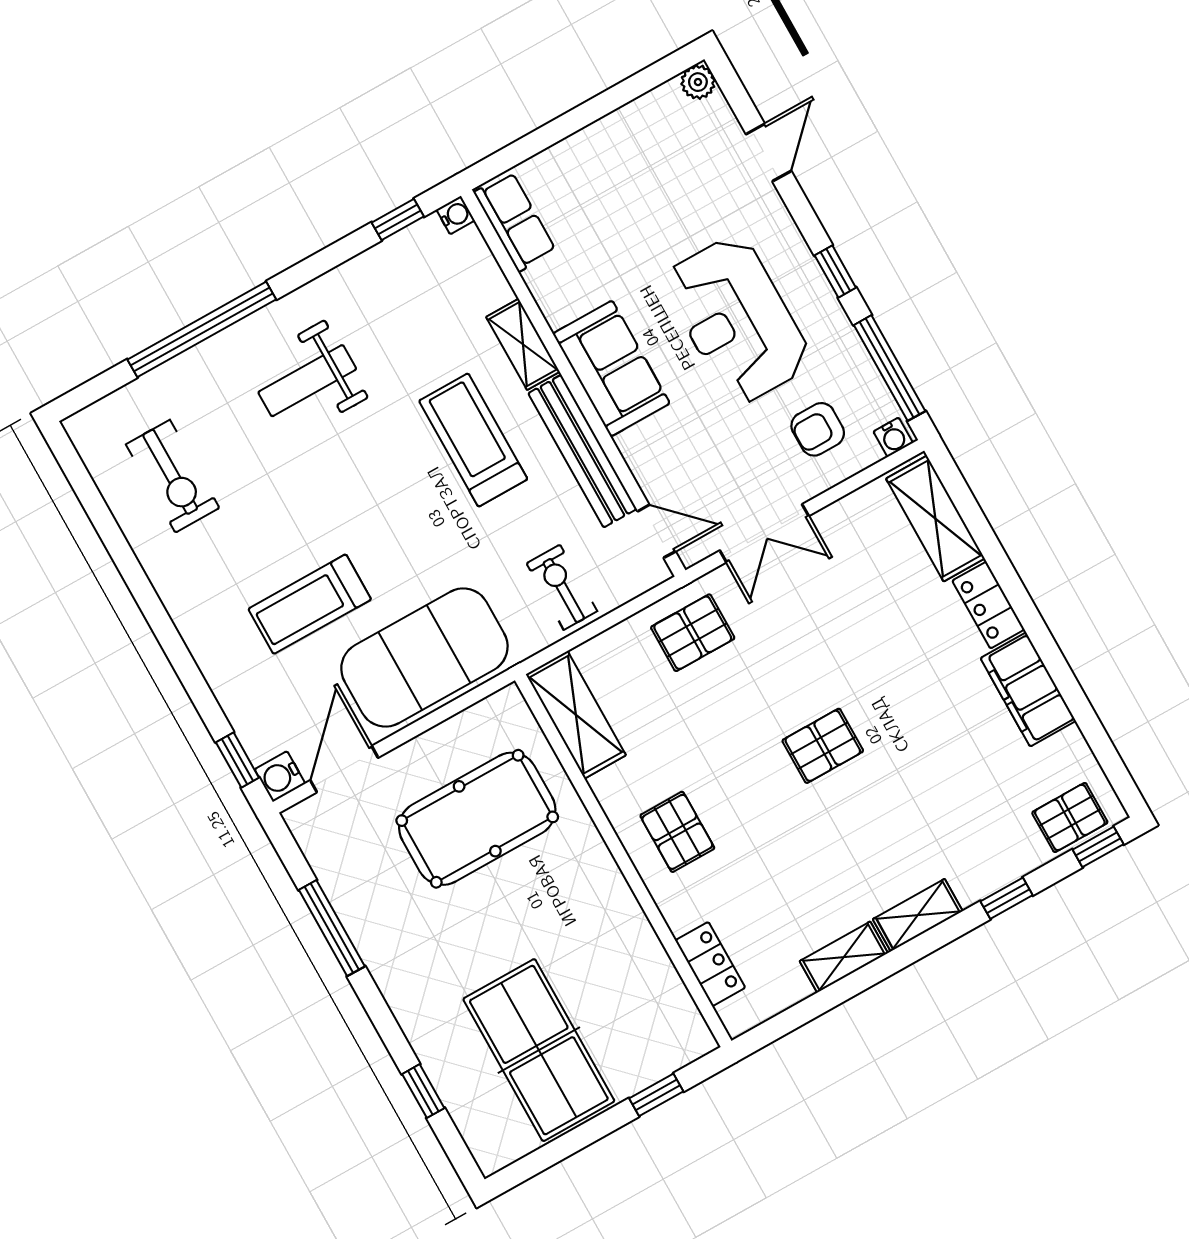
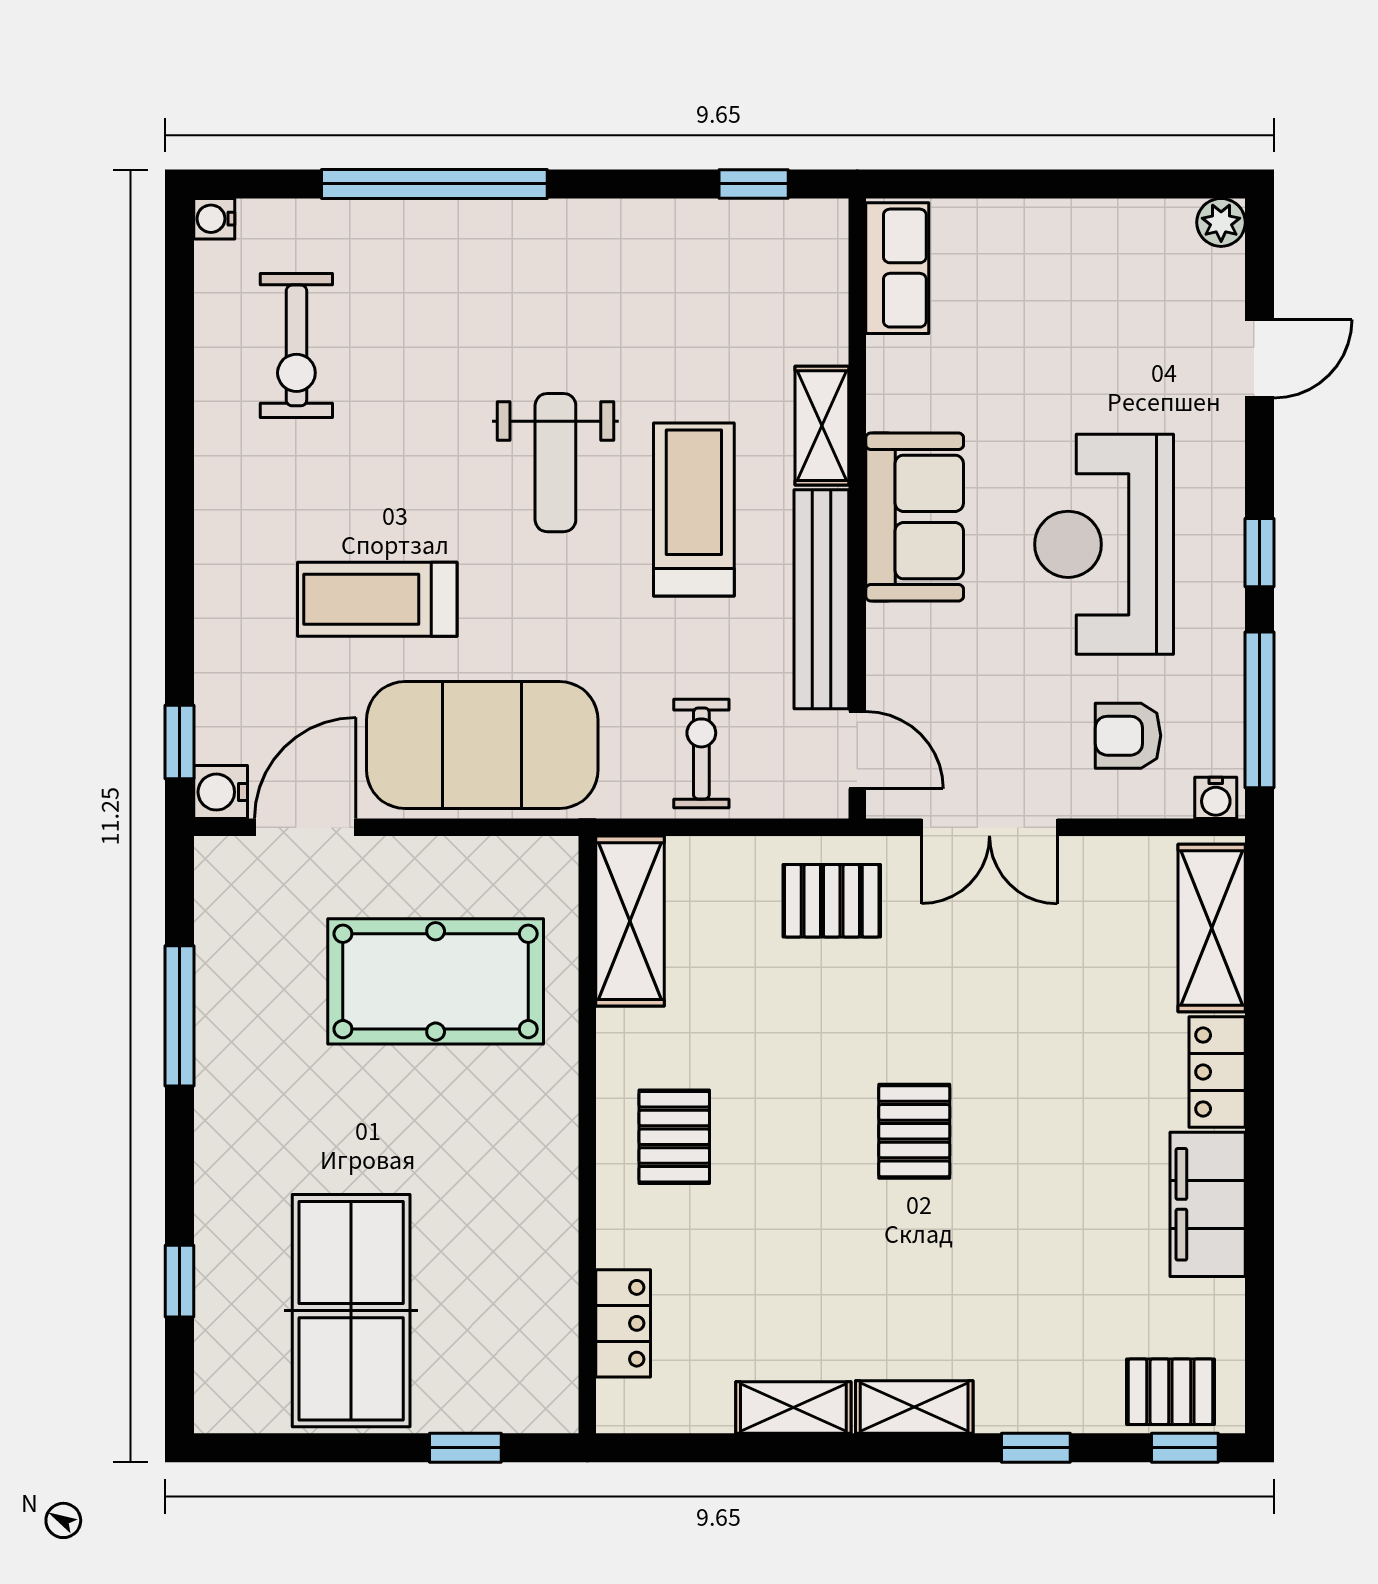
water cooler: (456, 215) -> (214, 219), moved, turned 180
weight bench: (307, 381) -> (555, 463), moved, turned -90
pallet: (823, 746) -> (914, 1131), turned 90

